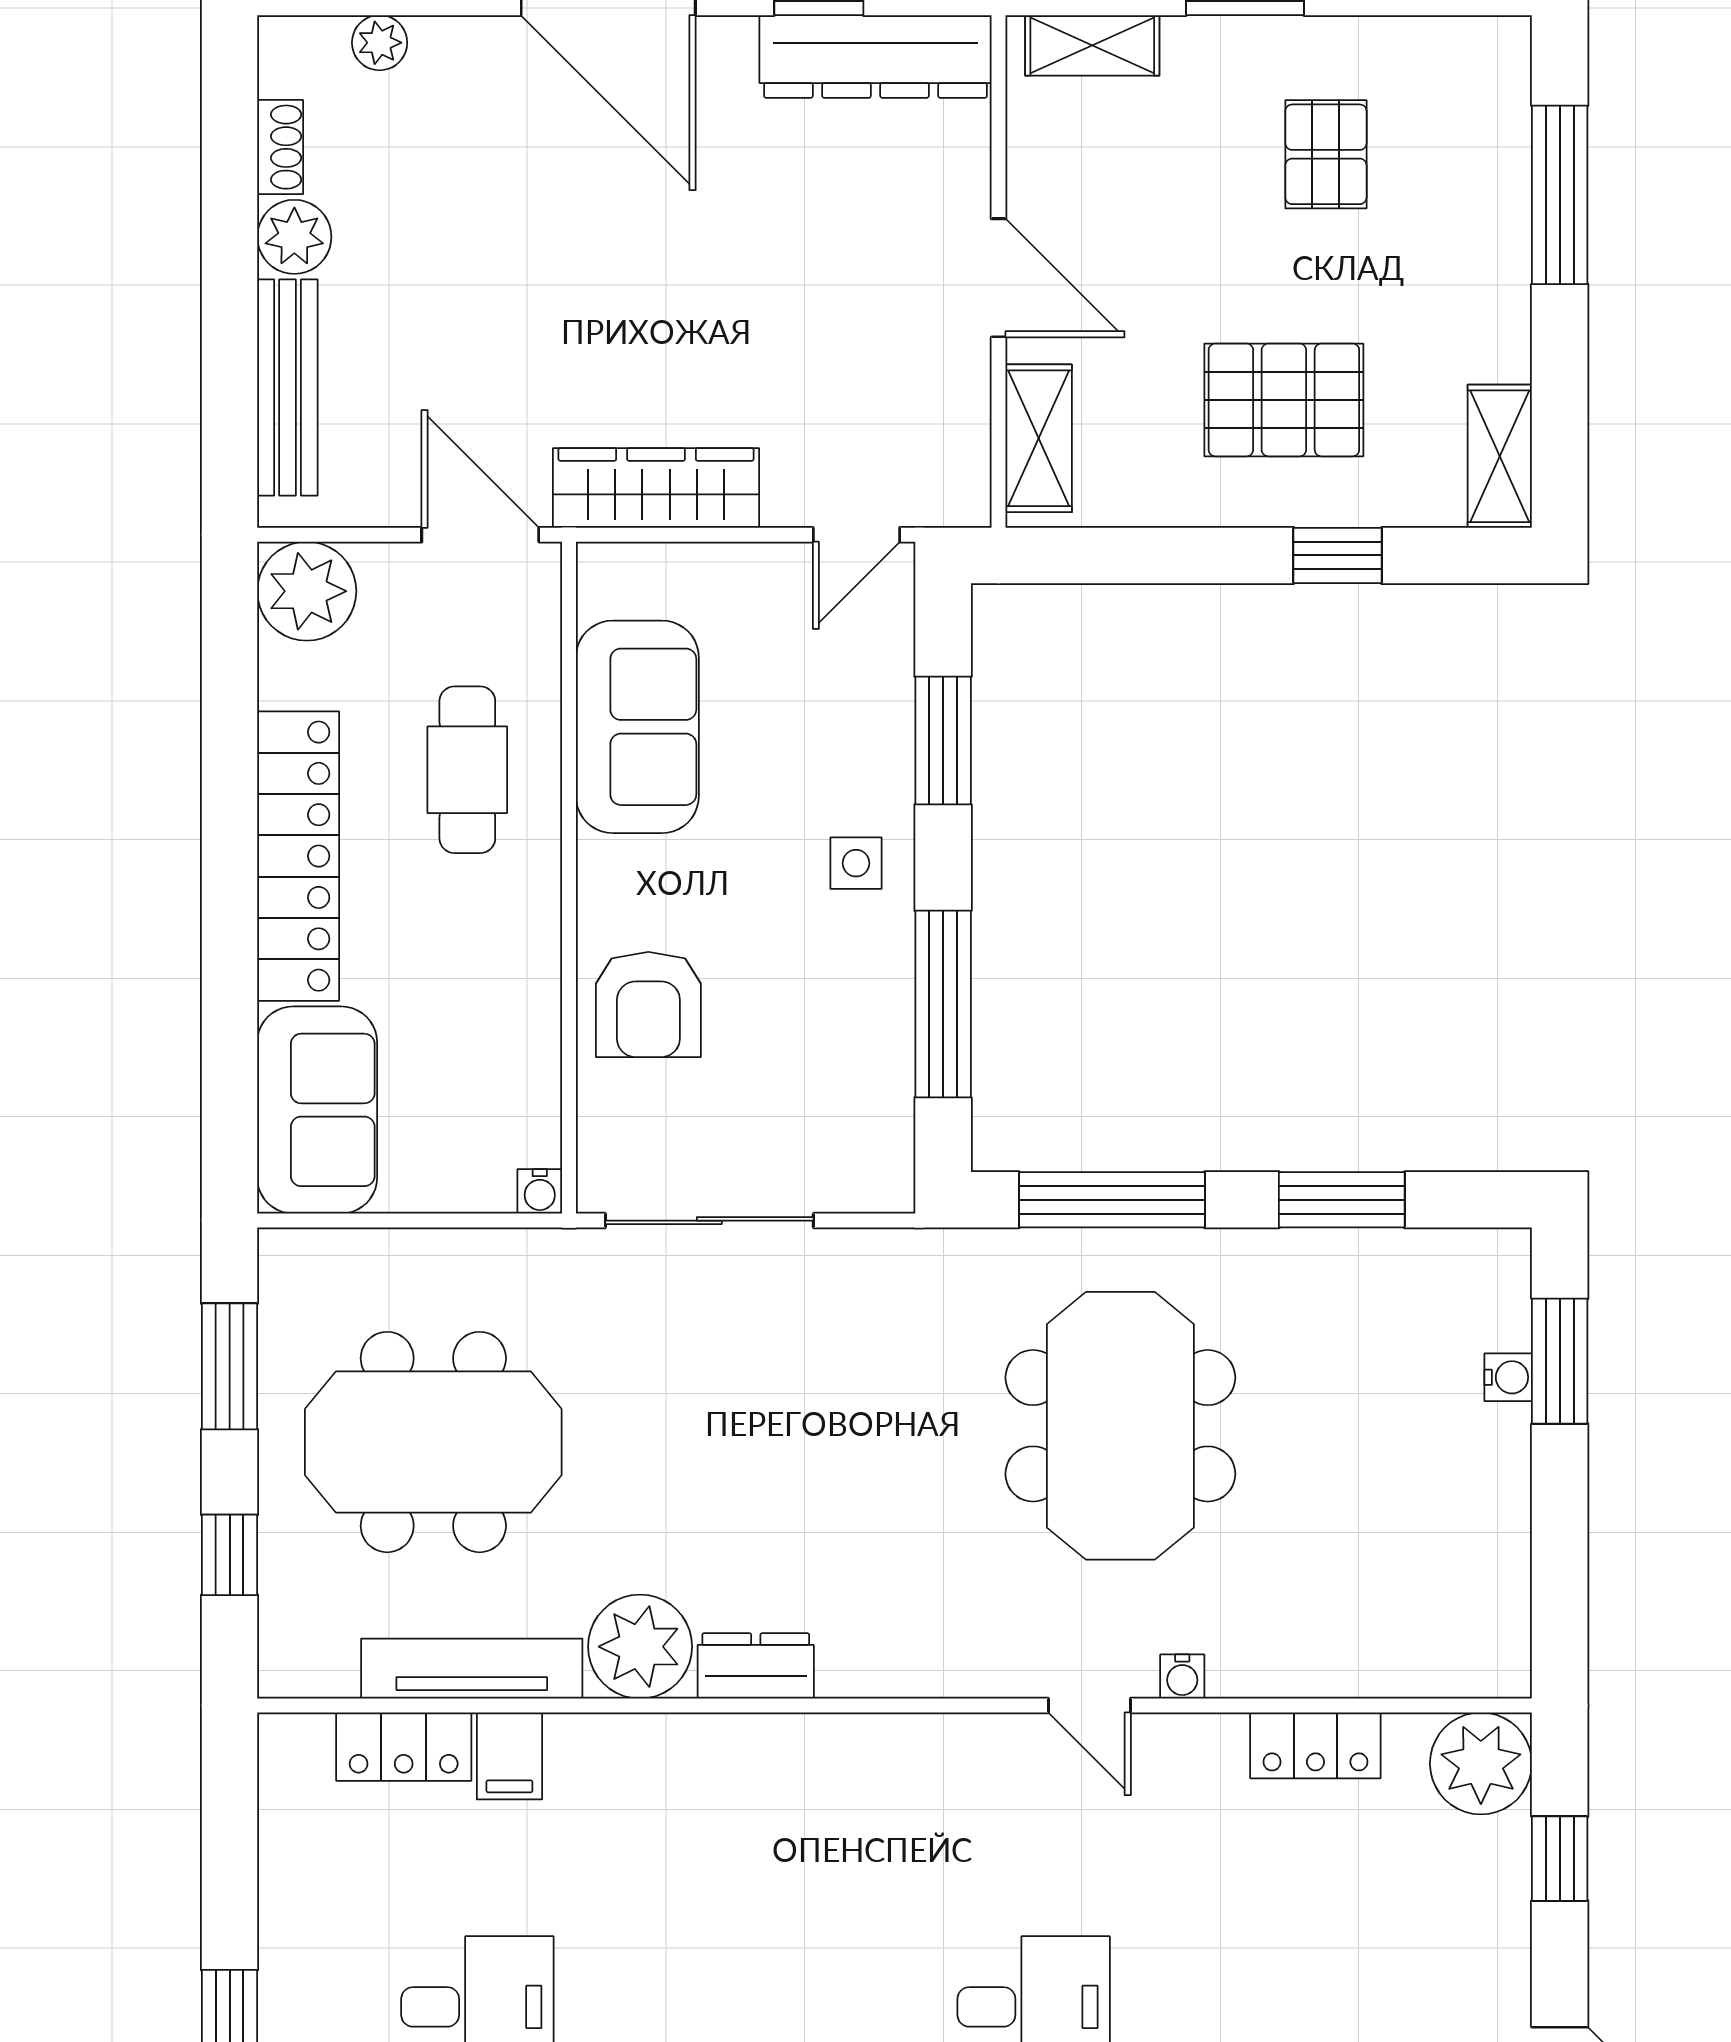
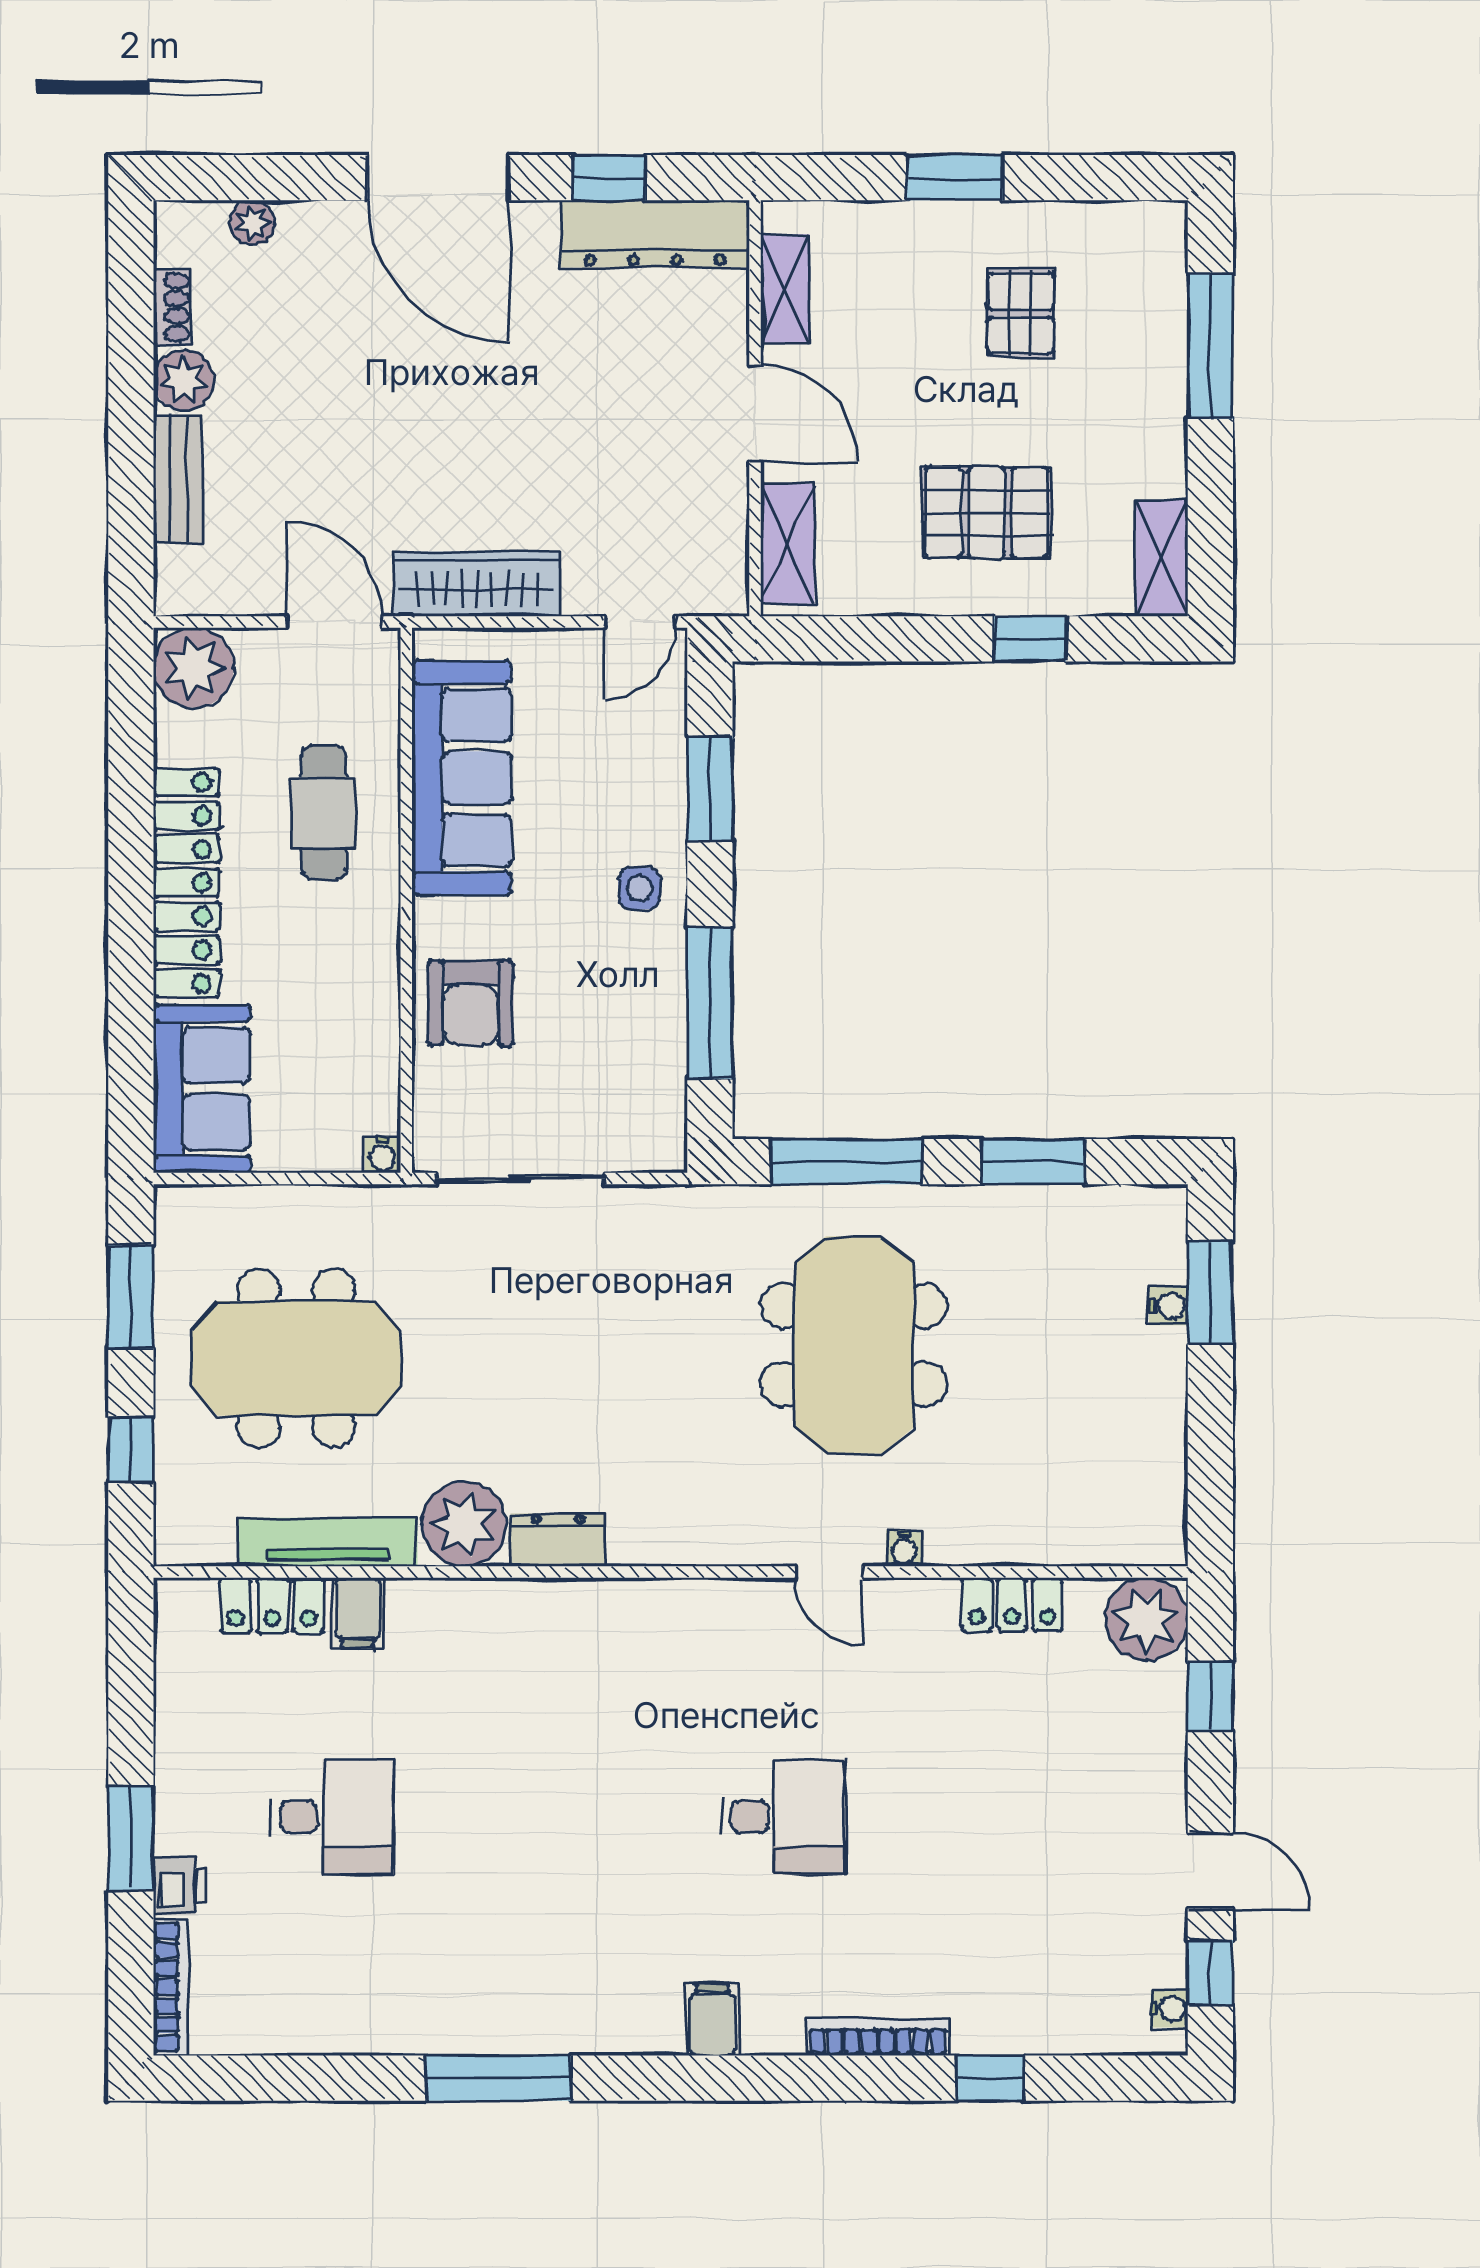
shelving: (1092, 45) -> (785, 289), moved, turned 90
bench: (287, 388) -> (178, 479), width x0.73
sofa: (637, 727) -> (462, 778), width x1.36

